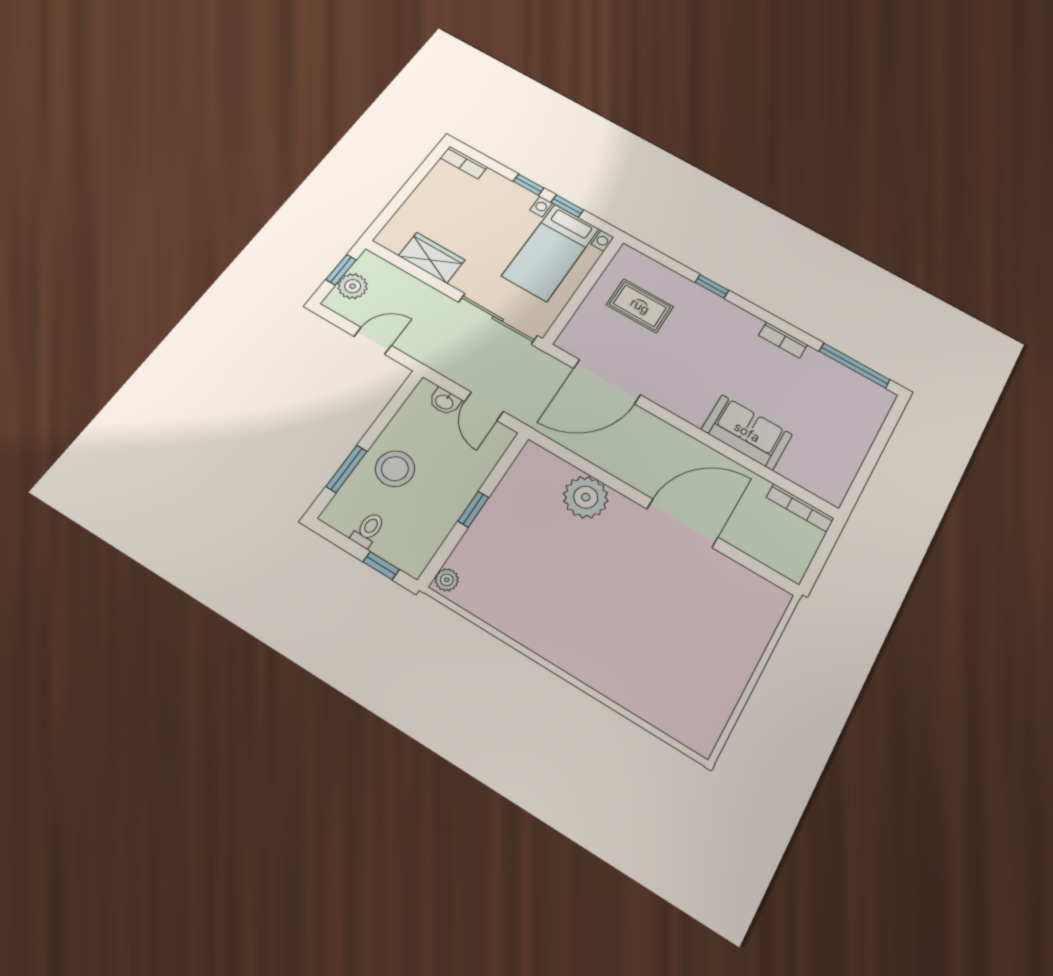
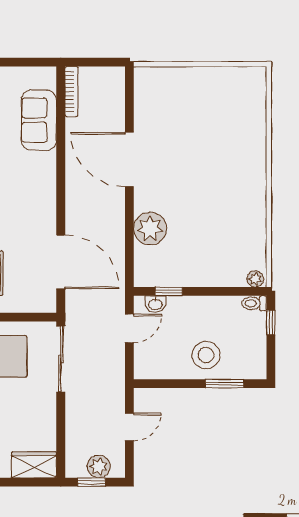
wardrobe: (432, 258) -> (34, 465), moved, turned 90
door: (373, 341) -> (129, 427), swing flipped
washbasin: (445, 402) -> (155, 304), moved, turned 90
sofa: (747, 432) -> (39, 120), moved
window: (473, 509) -> (169, 291), moved
toilet: (368, 530) -> (254, 303), moved

